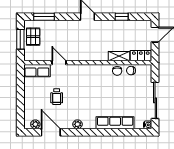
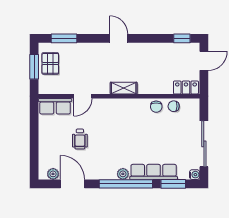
window: (122, 17) -> (182, 38), moved
shelving: (119, 56) -> (124, 88), moved
door: (59, 63) -> (83, 96), swing flipped
plant: (77, 124) -> (123, 174), moved
window: (93, 132) -> (126, 184), added
window: (131, 132) -> (173, 184), added

